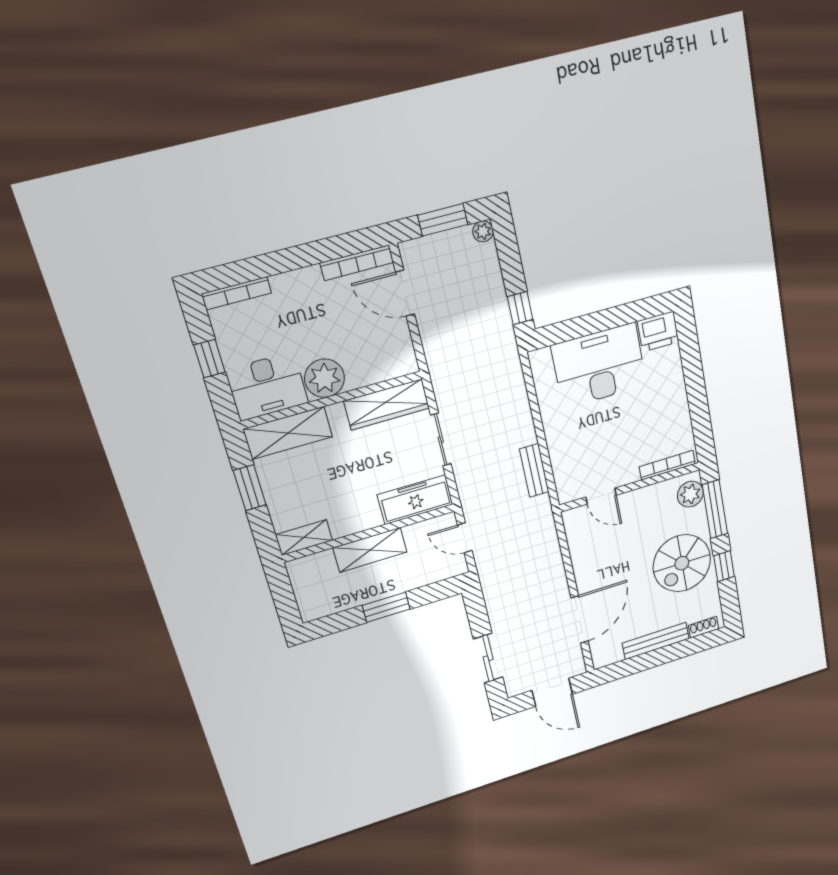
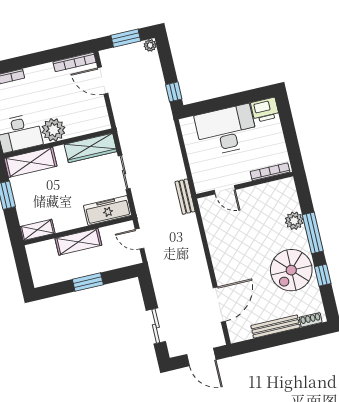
bookcase: (667, 465) -> (270, 172), moved
wall: (630, 487) -> (245, 185), moved
door: (601, 496) -> (225, 190), moved

